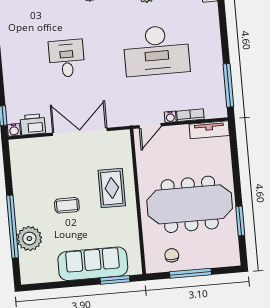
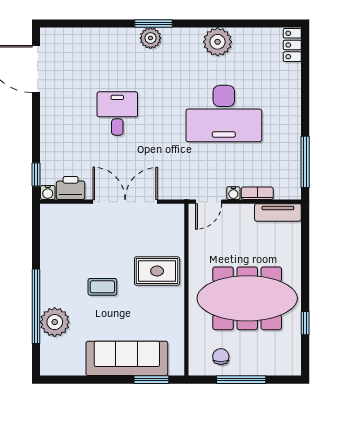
rug: (112, 188) -> (157, 271), turned 90
window: (240, 221) -> (305, 323), width x0.67

